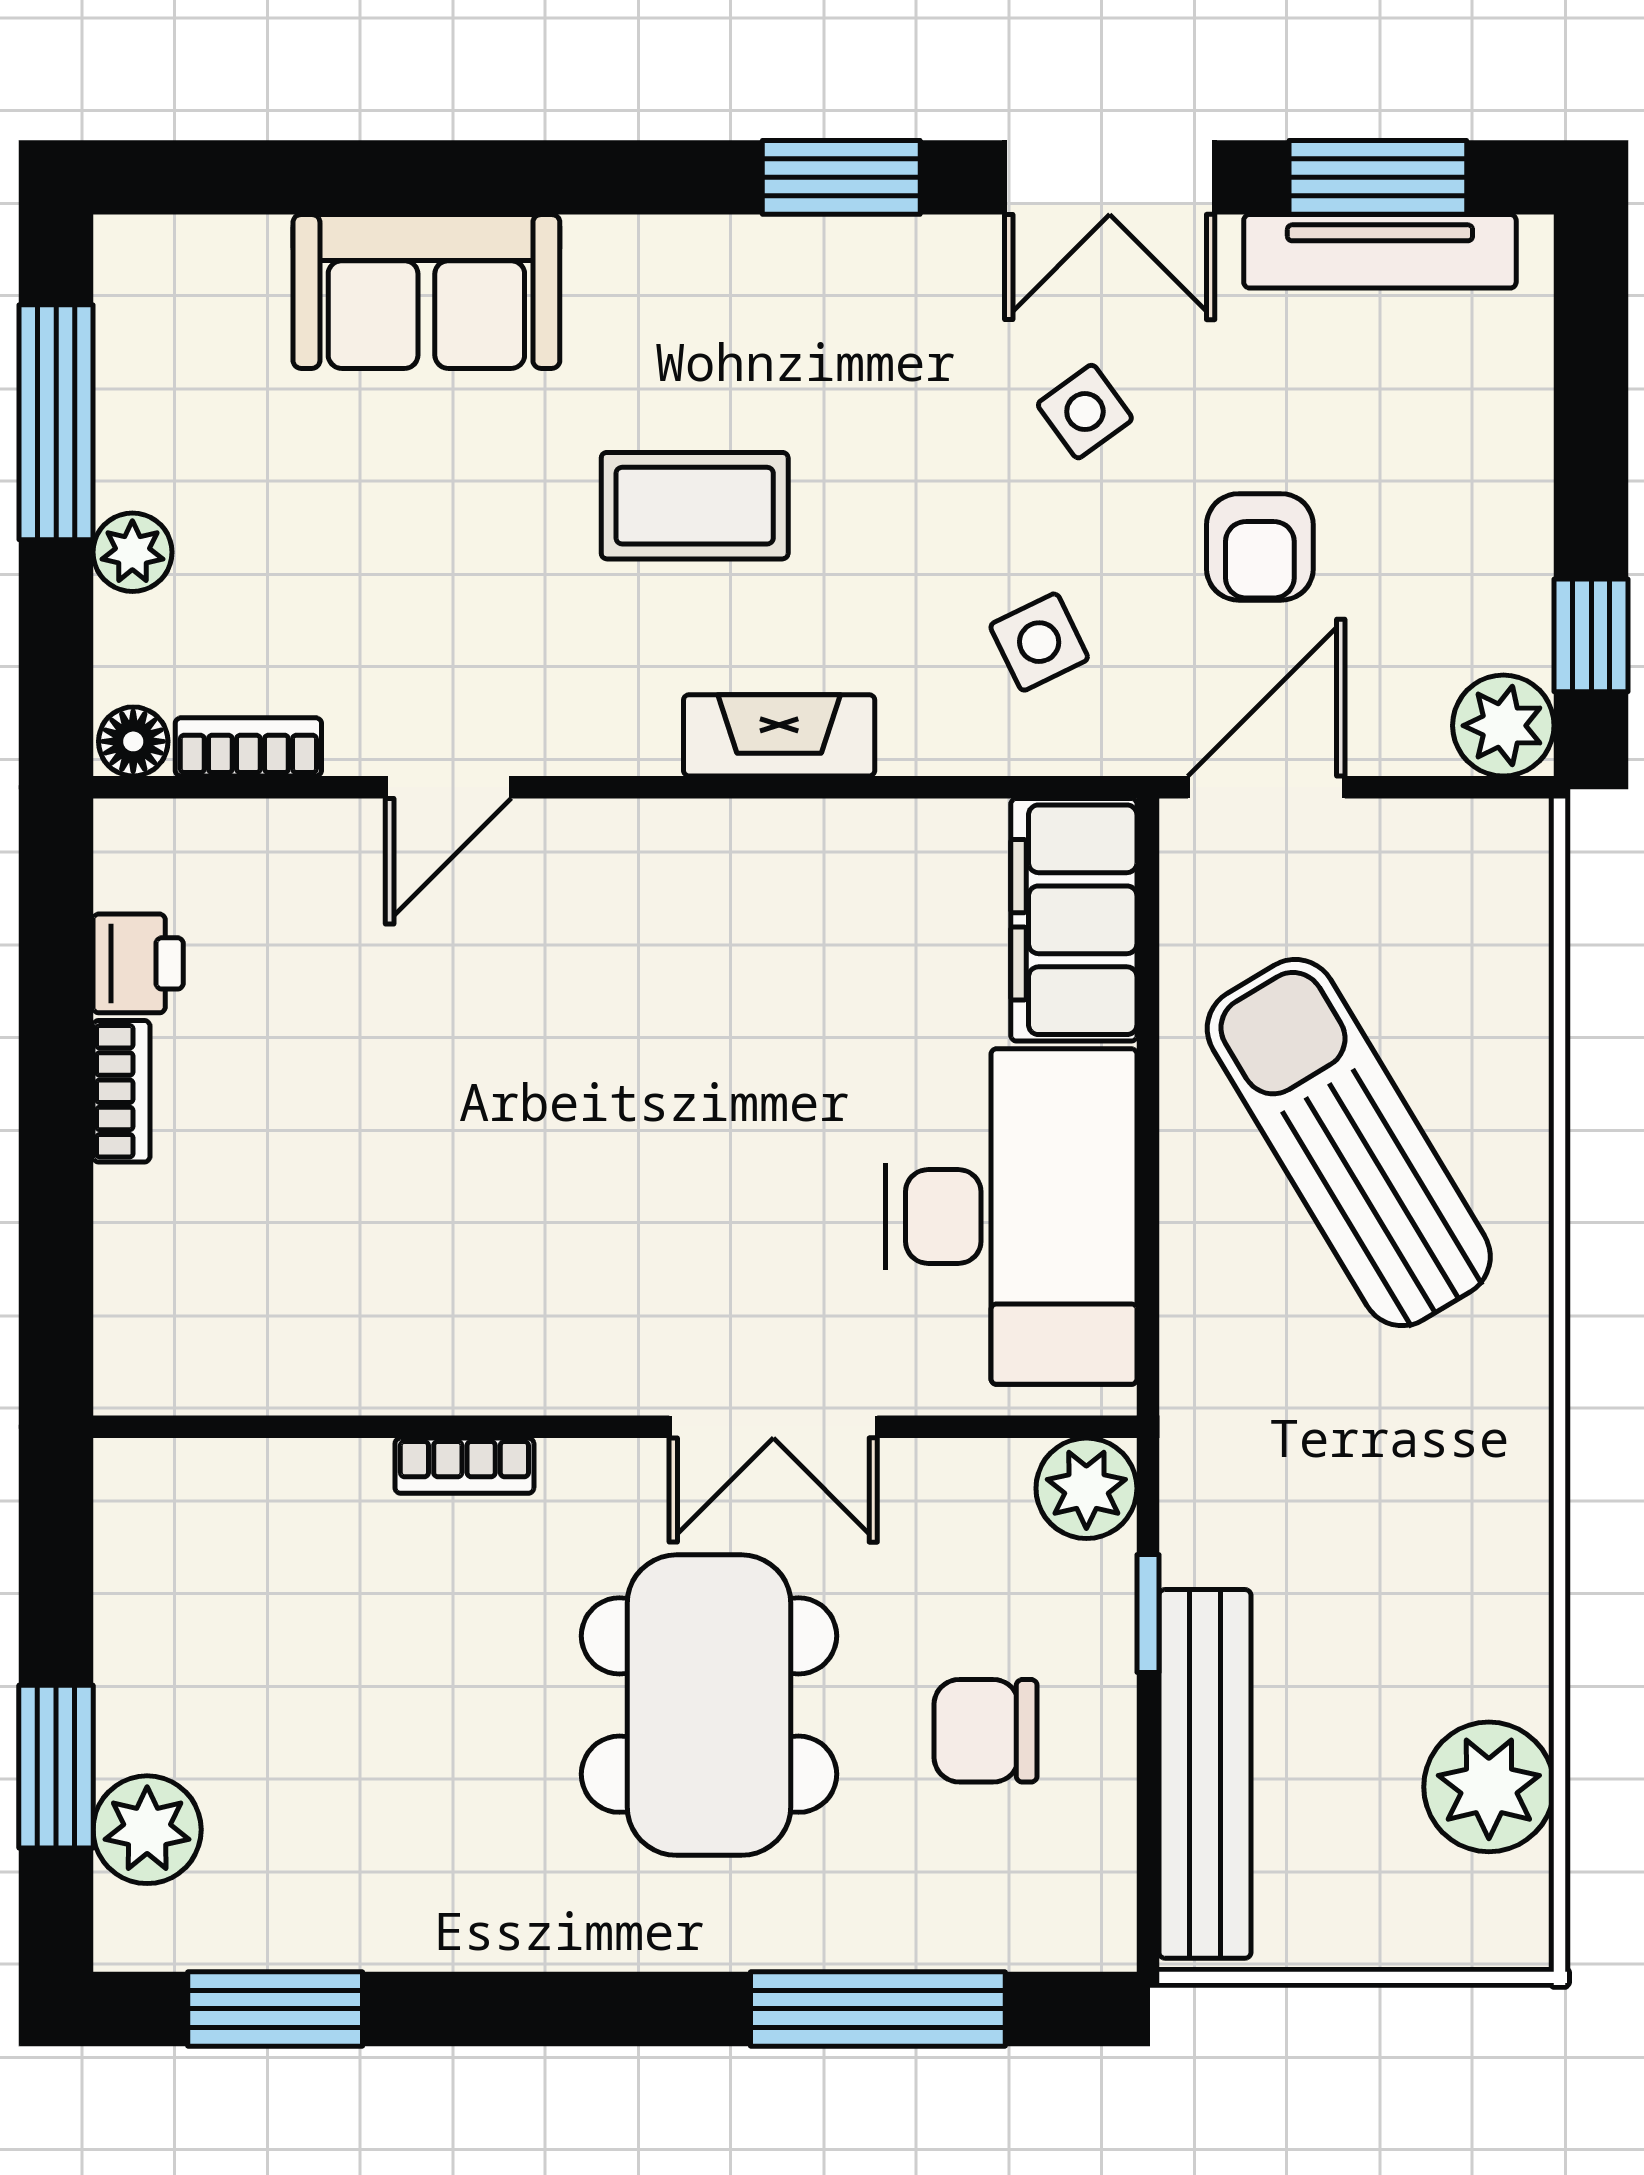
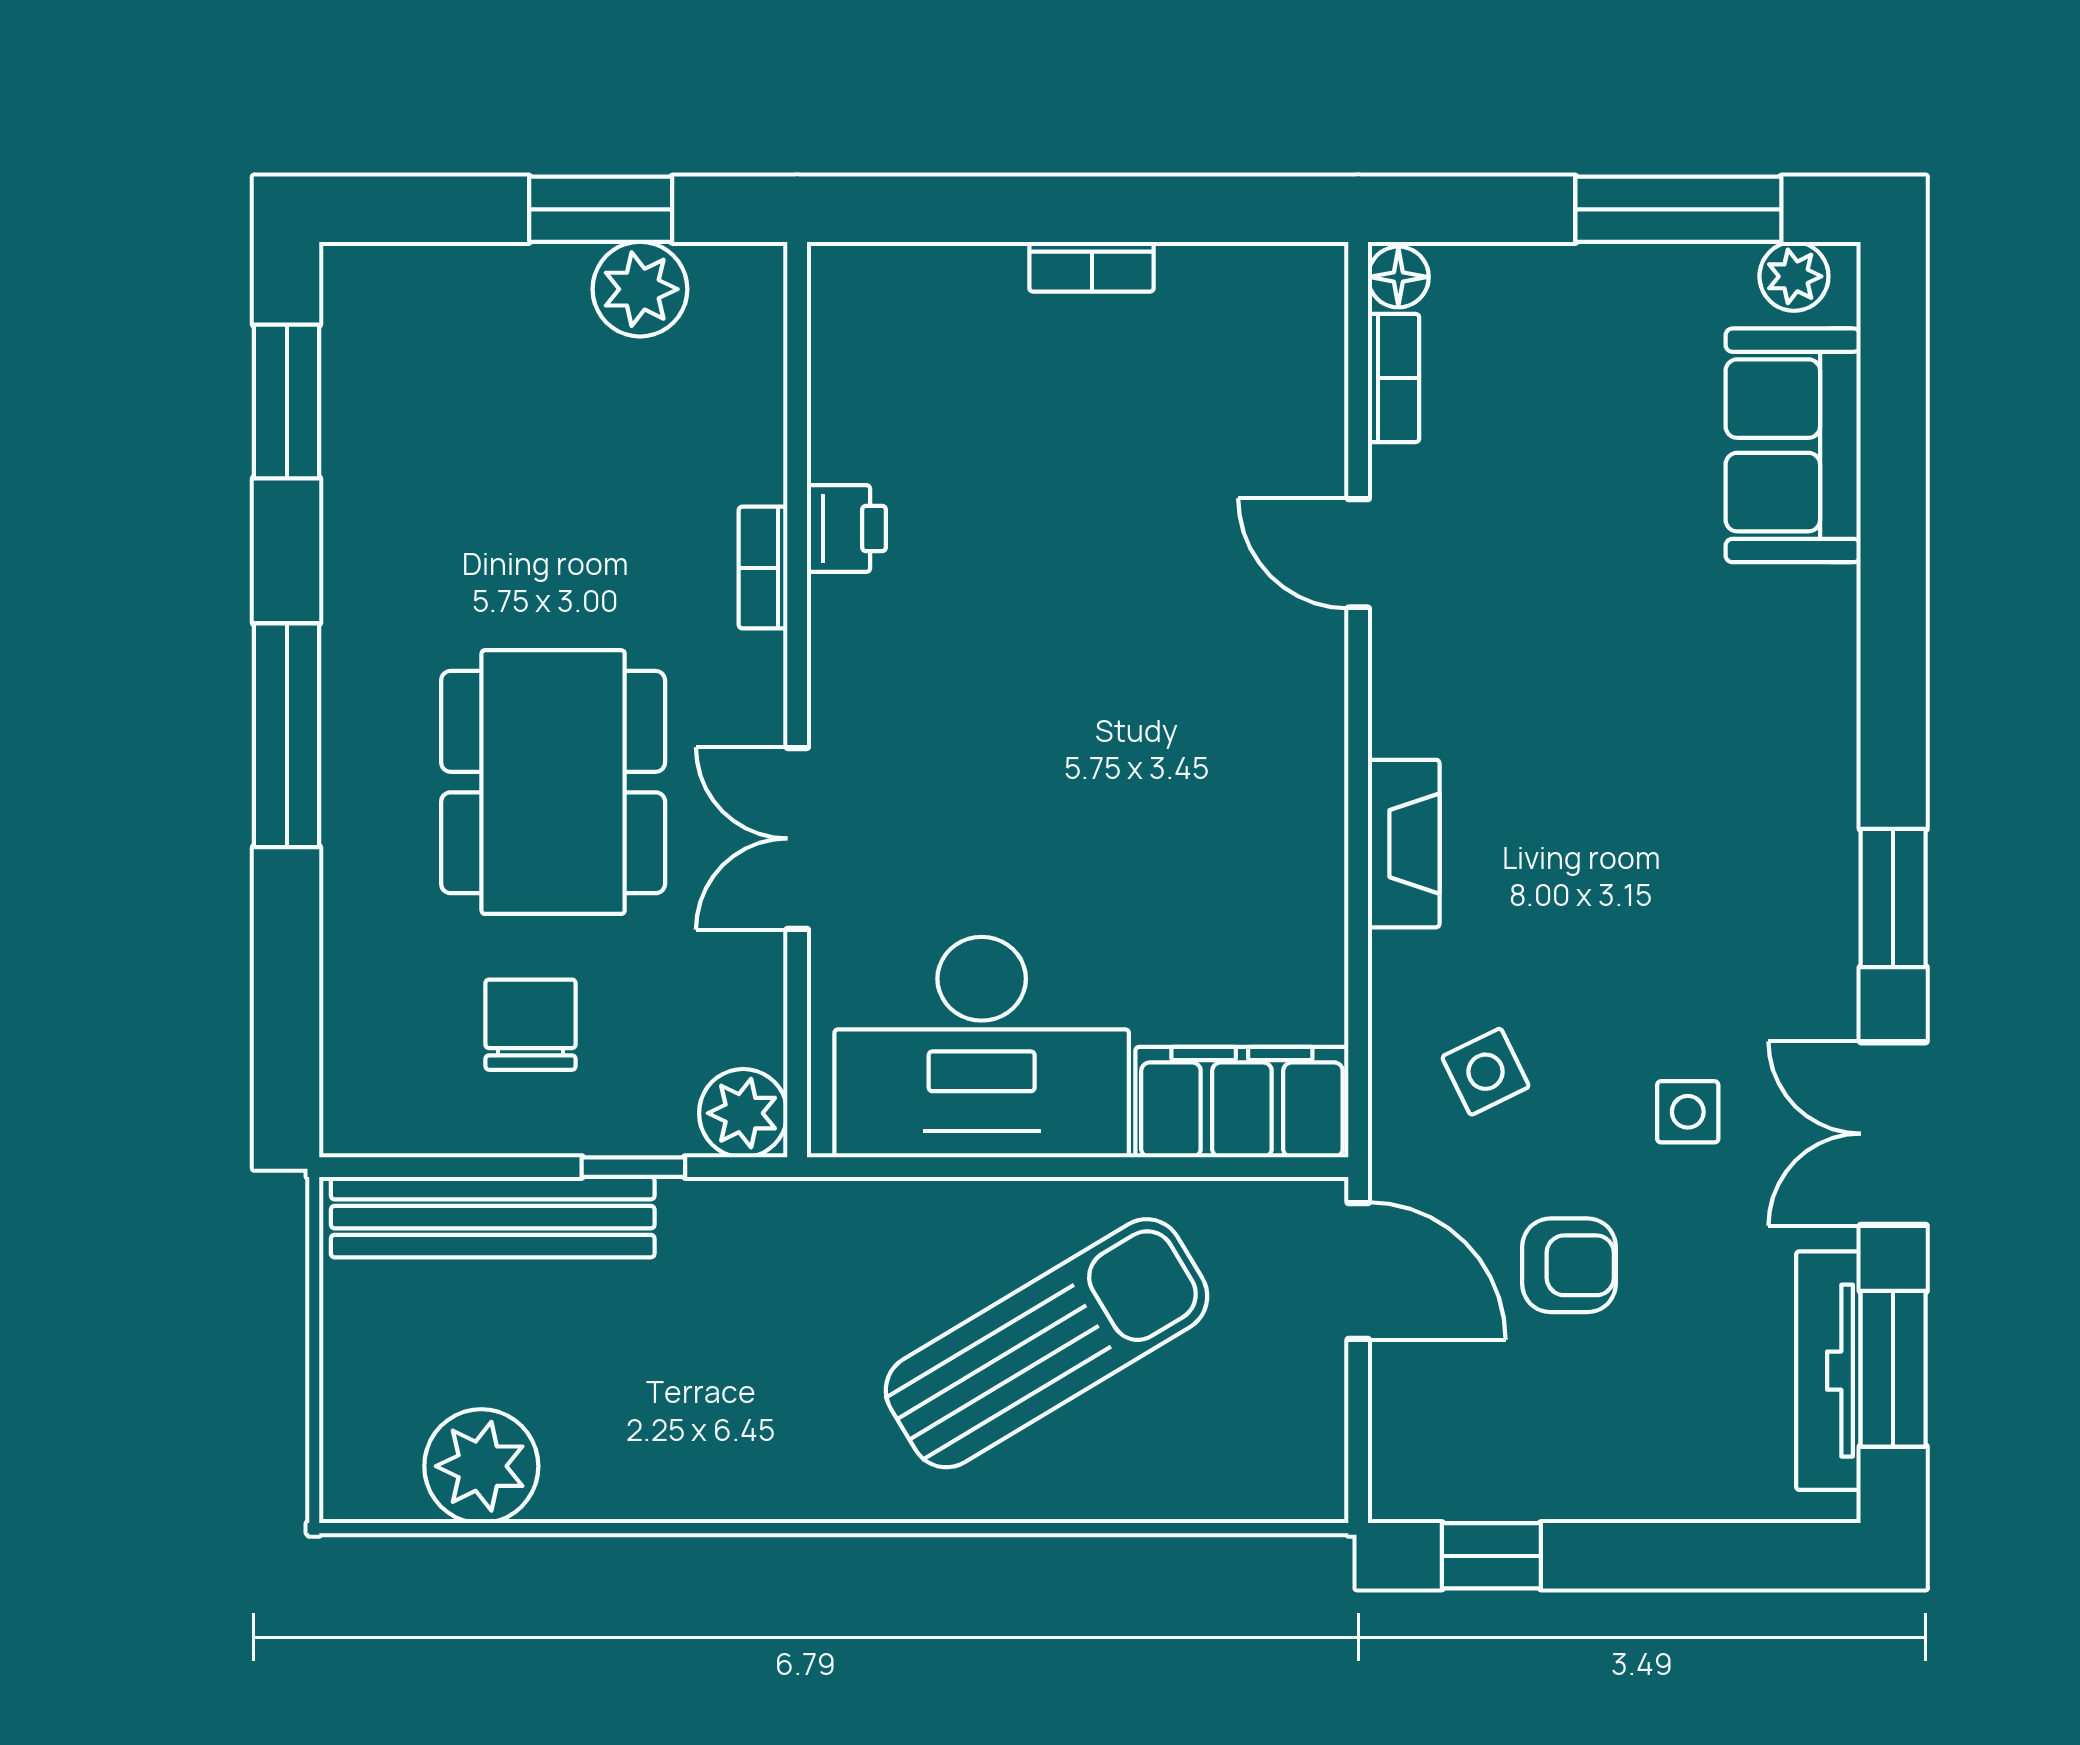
sofa: (426, 291) -> (1793, 445), moved
side table: (1085, 412) -> (1688, 1112), turned 36
coffee table: (695, 506) -> (1605, 769), removed
armchair: (1260, 547) -> (1569, 1265), turned 180
plant: (132, 552) -> (1794, 276), moved
plant: (1503, 726) -> (1412, 1479), removed
printer: (138, 963) -> (846, 528), moved, turned -90
dining table: (709, 1705) -> (553, 782), turned 90
window: (56, 1767) -> (601, 209), moved
plant: (147, 1830) -> (640, 289), moved
window: (878, 2009) -> (287, 735), moved

